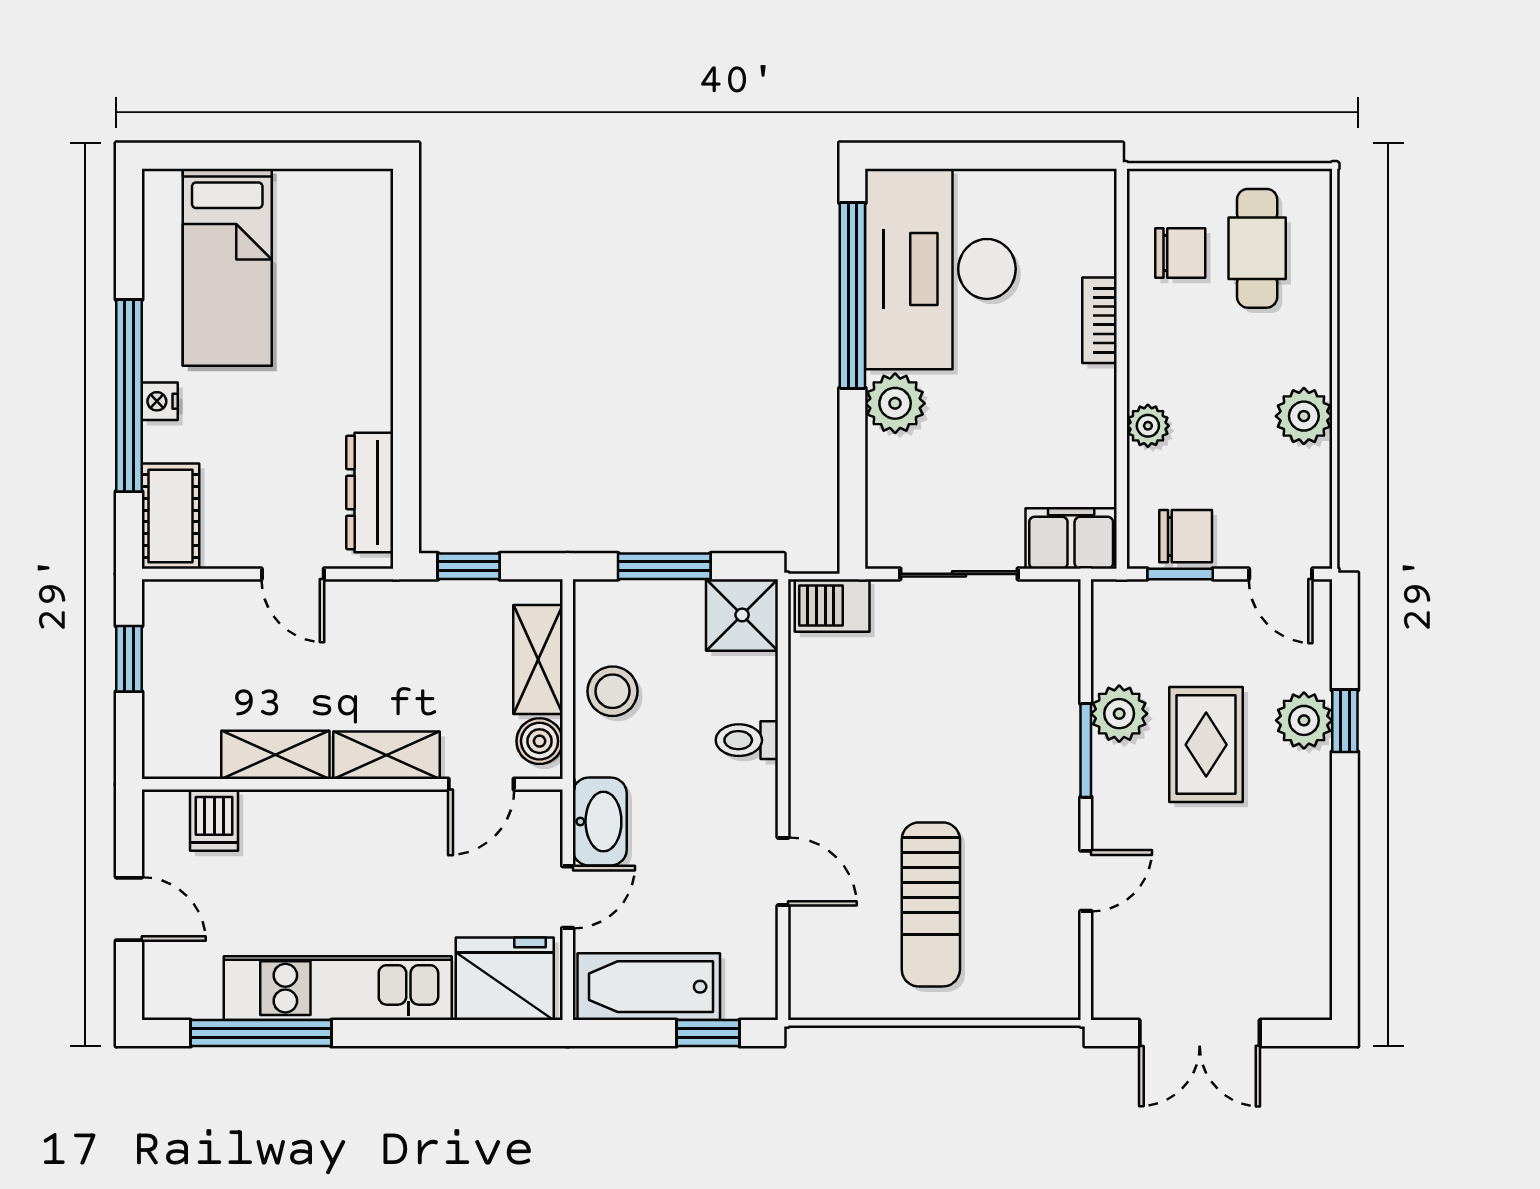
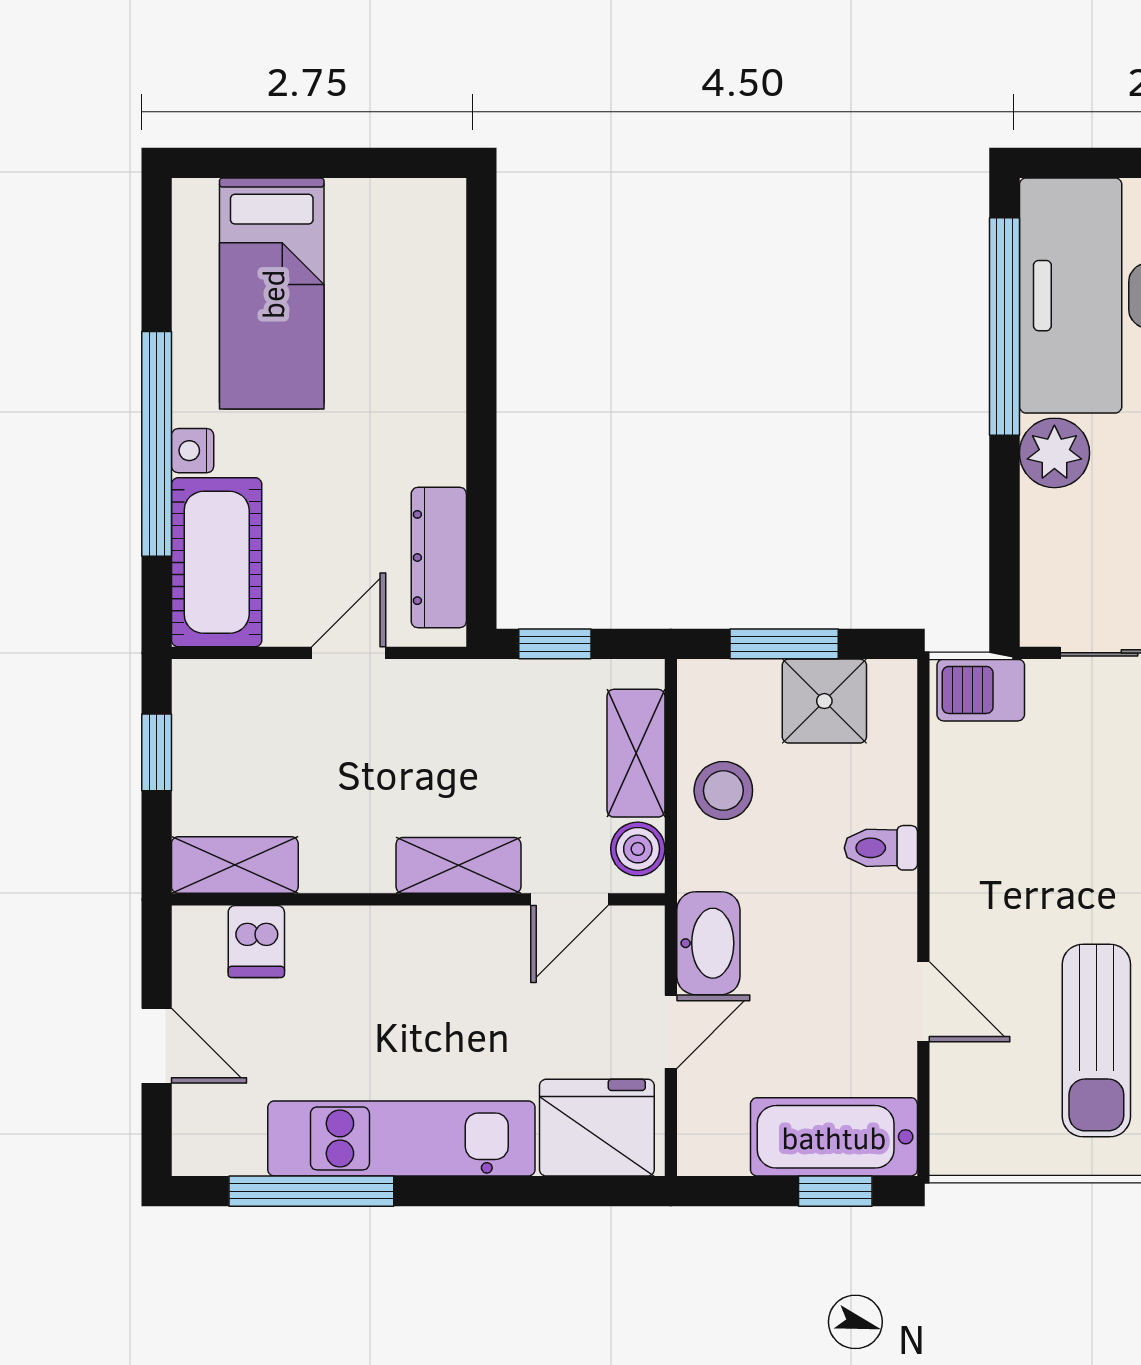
cot: (171, 516) -> (217, 562), width x1.37, depth x1.34
door: (293, 574) -> (349, 653), swing flipped
shower: (742, 615) -> (824, 701), moved
shelving: (275, 755) -> (235, 865), moved
bathtub: (649, 987) -> (834, 1137), moved

